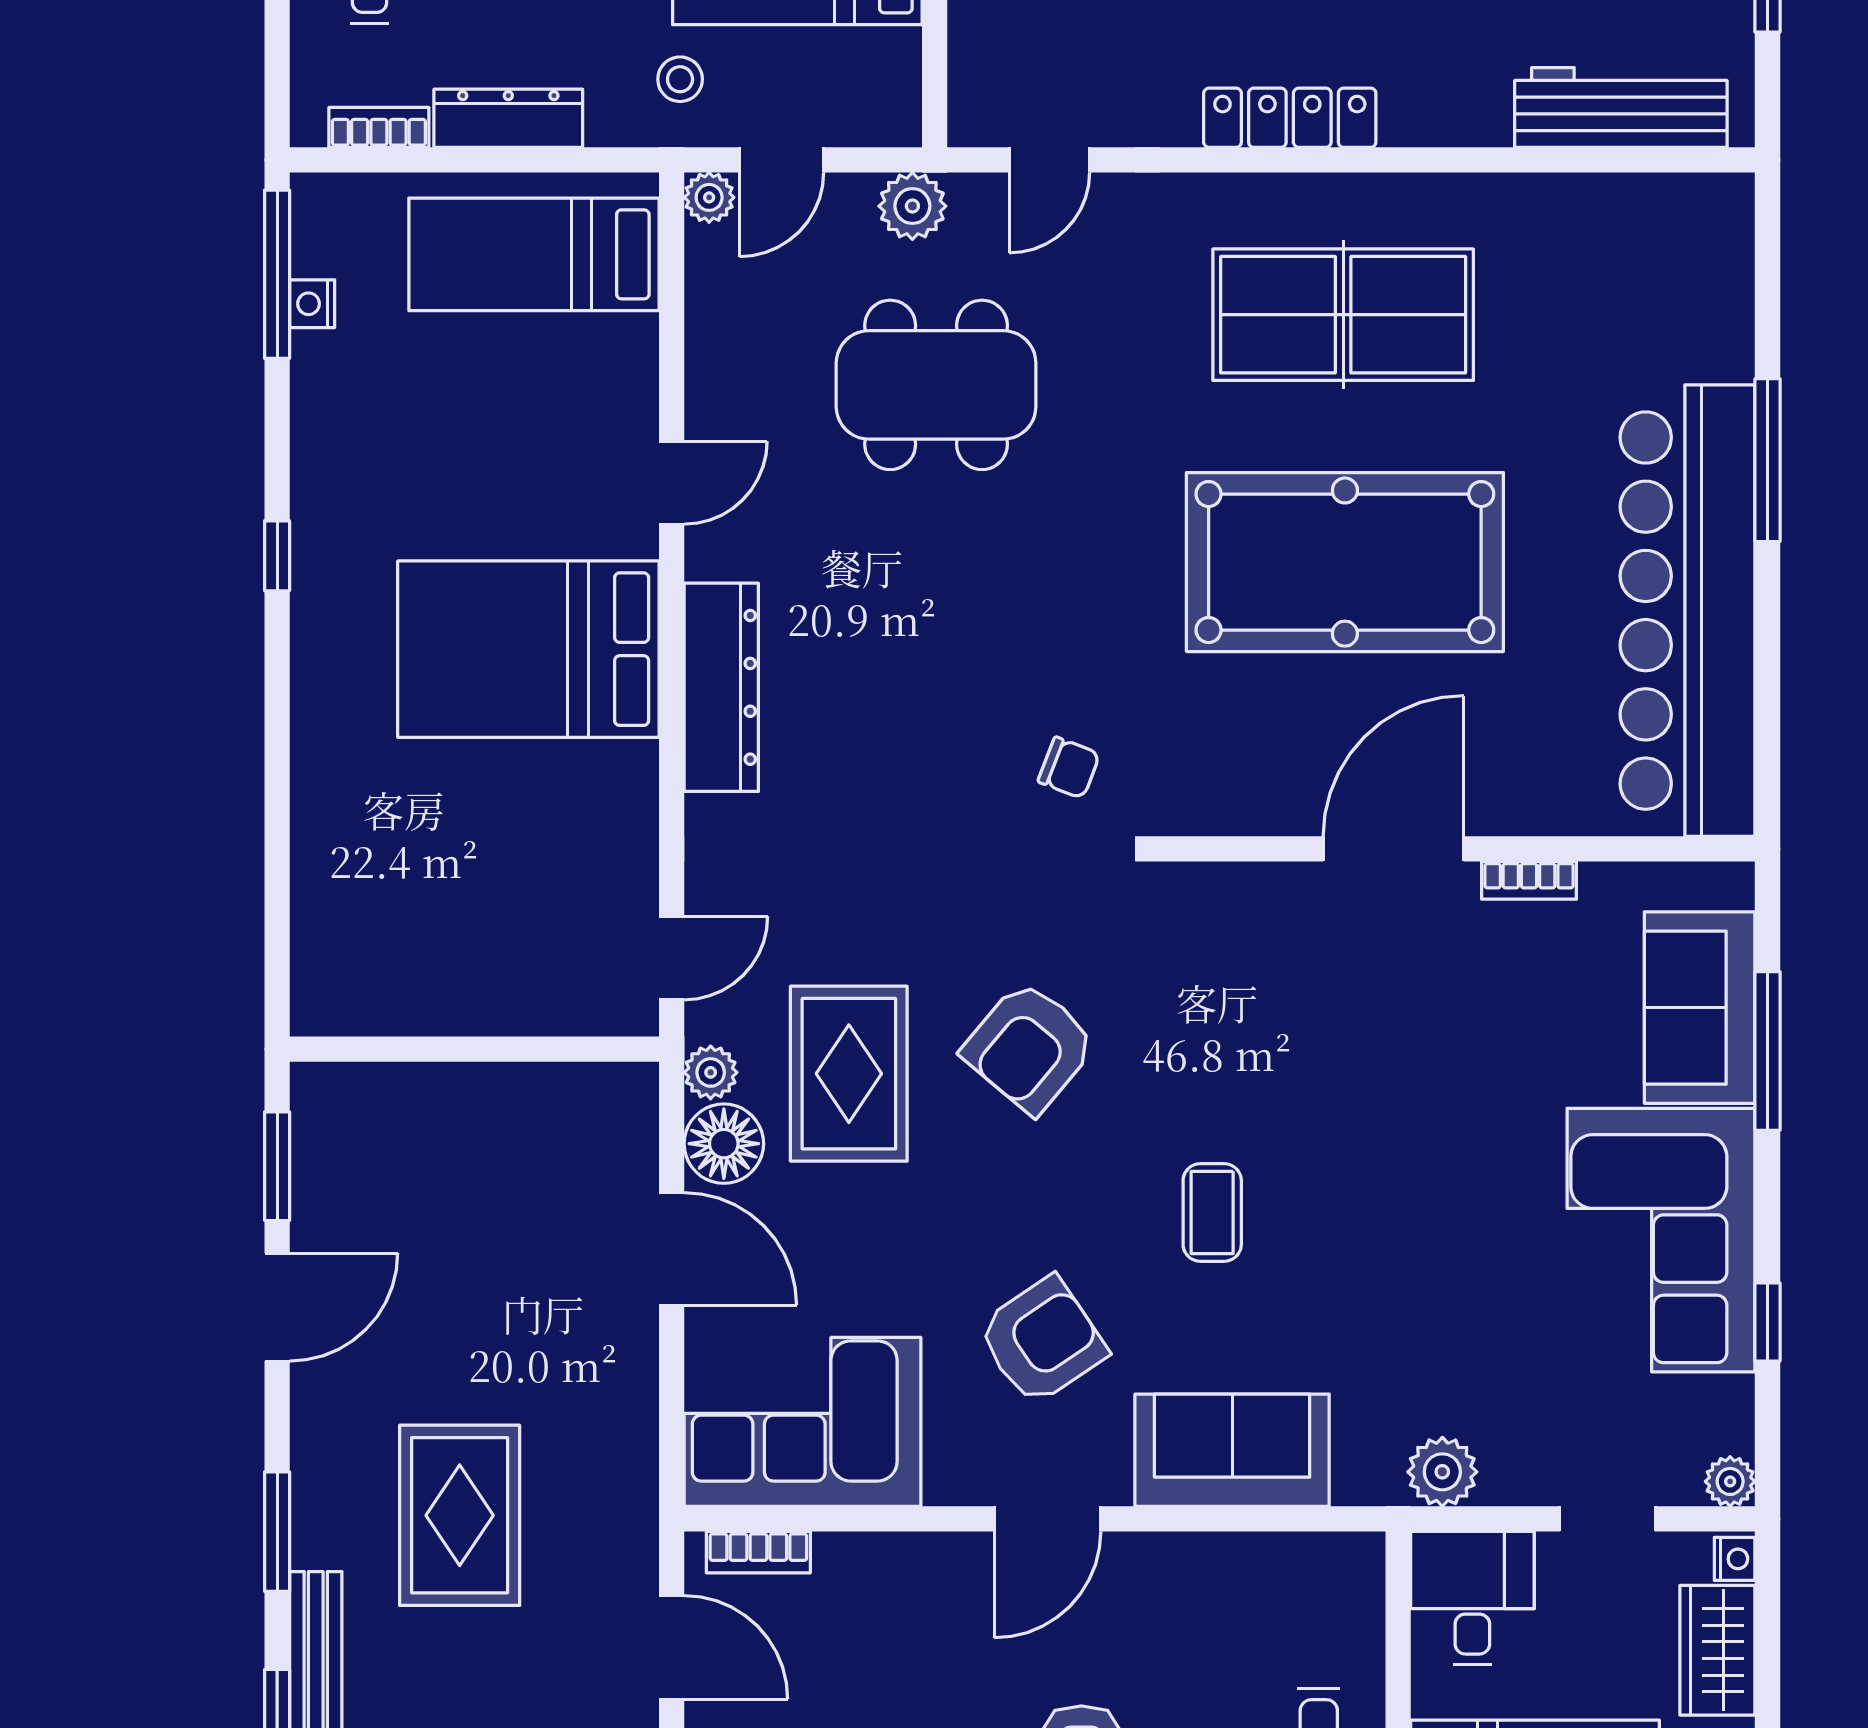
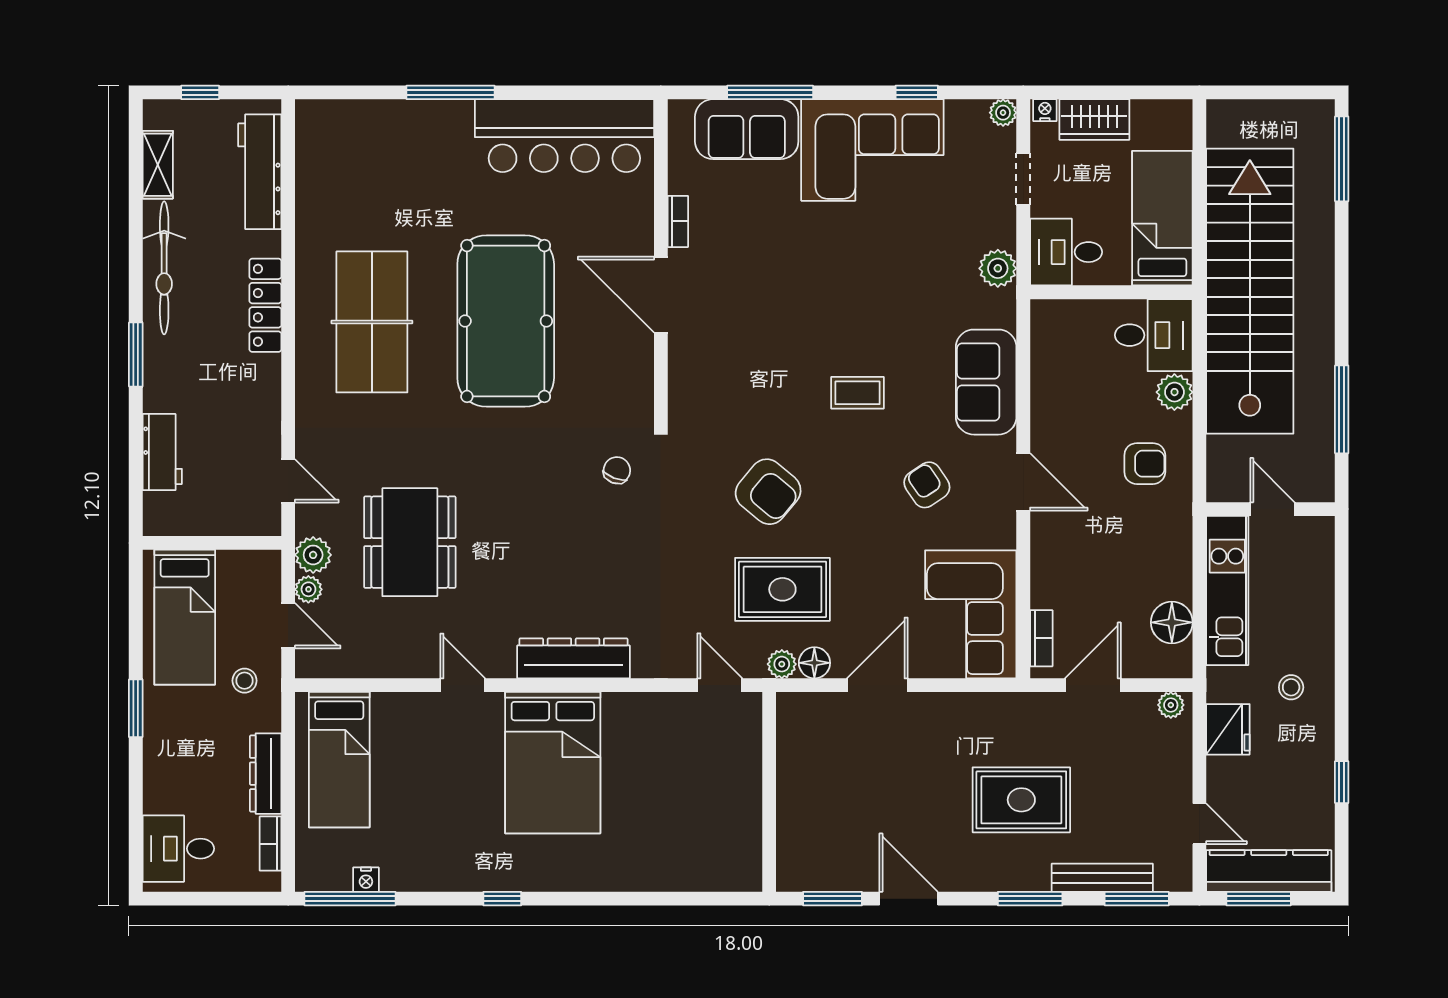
locker: (1290, 118) -> (265, 305), moved
plant: (709, 197) -> (308, 589), moved
bar counter: (1688, 611) -> (564, 136), width x0.73
floor lamp: (724, 1144) -> (814, 663), width x0.73, depth x0.73
armchair: (1042, 1341) -> (927, 485), width x0.72, depth x0.72

